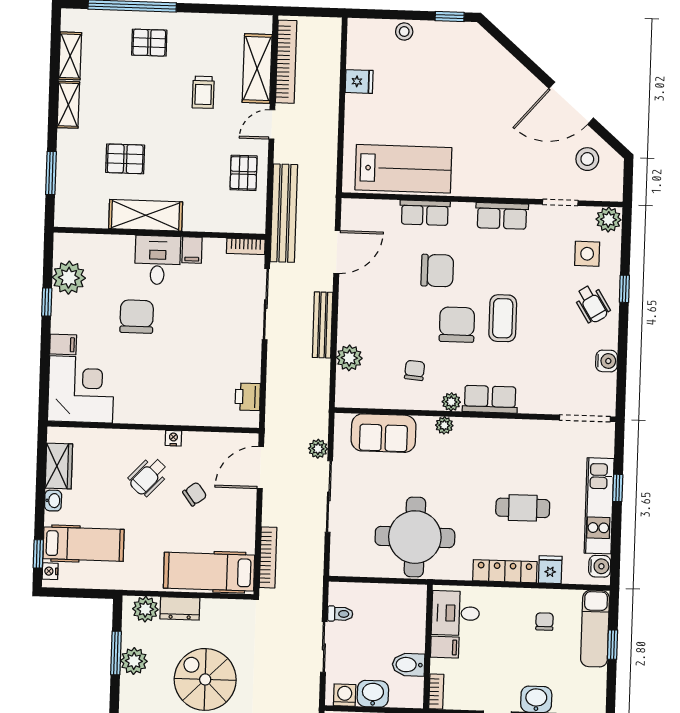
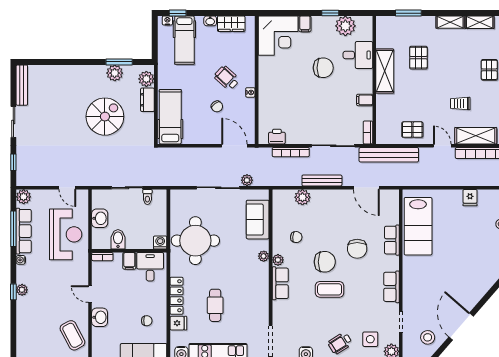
desk: (158, 260) -> (358, 55), moved
bookcase: (268, 557) -> (291, 152), moved
washing machine: (345, 695) -> (160, 242), moved, turned -90

